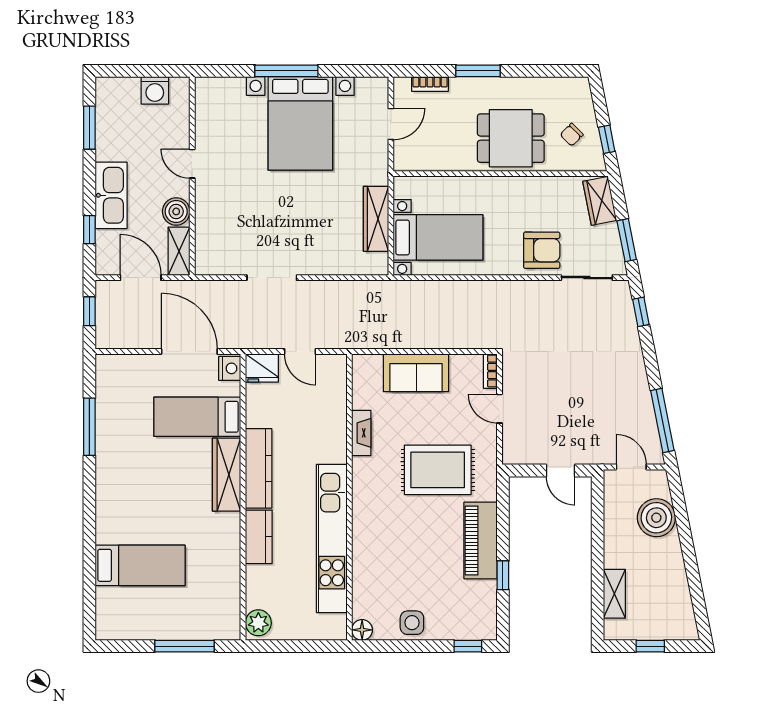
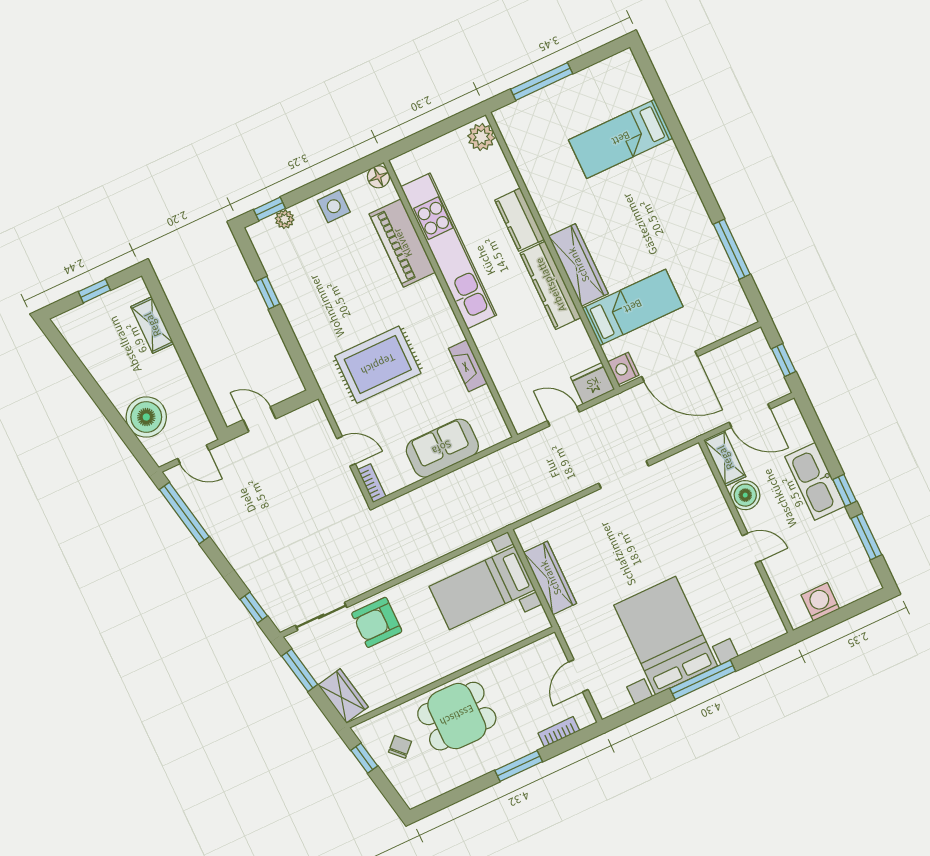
window: (89, 230) -> (845, 490), moved
piano: (481, 541) -> (402, 243), moved, turned 180
plant: (459, 631) -> (285, 219), added

